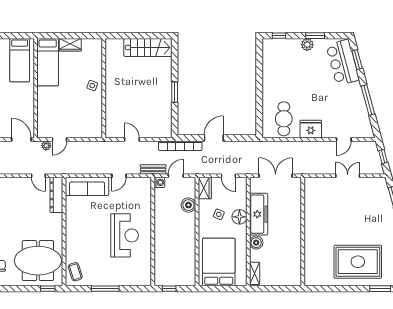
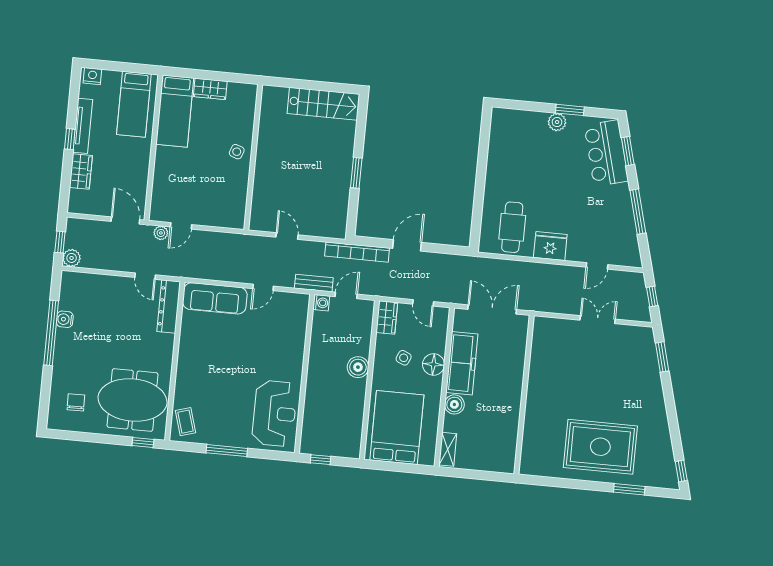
window: (279, 36) -> (517, 105), removed
boiler: (188, 205) -> (358, 367), moved
reception desk: (125, 235) -> (274, 413), moved

